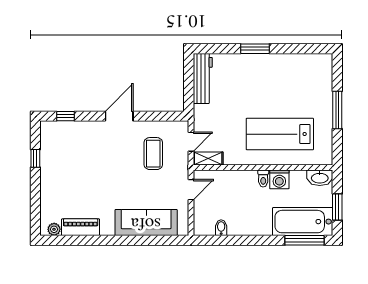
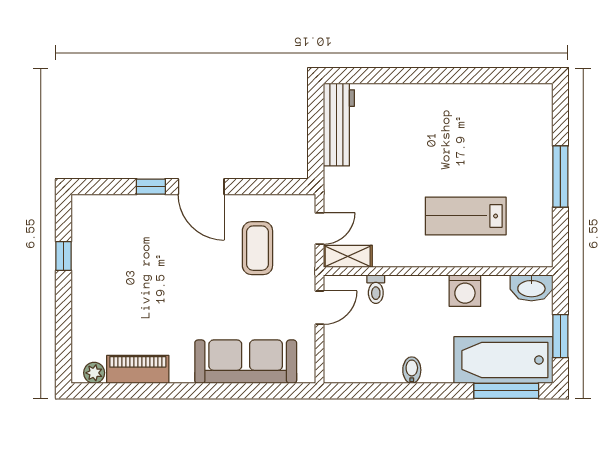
window: (255, 49) -> (425, 76), removed
window: (65, 116) -> (151, 187), moved
door: (119, 116) -> (201, 187), swing flipped
lab bench: (280, 134) -> (466, 216), width x0.73, depth x0.72
toilet: (263, 178) -> (376, 289), moved
bidet: (221, 228) -> (412, 370), moved

